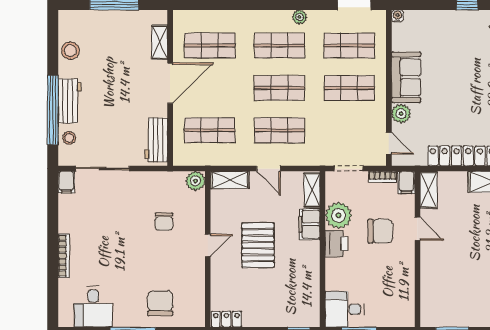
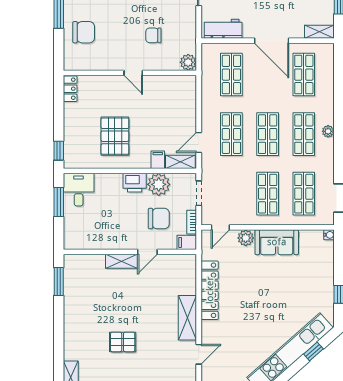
plant: (299, 17) -> (328, 131), moved
shelving: (160, 42) -> (319, 32), moved
door: (269, 169) -> (199, 142), moved
shelving: (230, 180) -> (189, 92), removed
shelving: (428, 190) -> (121, 261), moved
filing cabinet: (310, 224) -> (158, 160), width x0.50
chair: (380, 231) -> (159, 219), moved, turned -90
pallet: (258, 245) -> (115, 136), moved, turned 90

